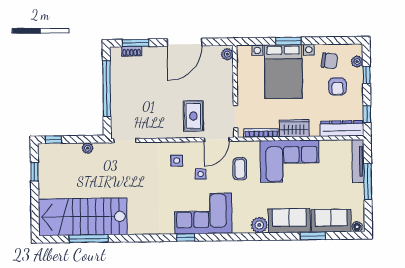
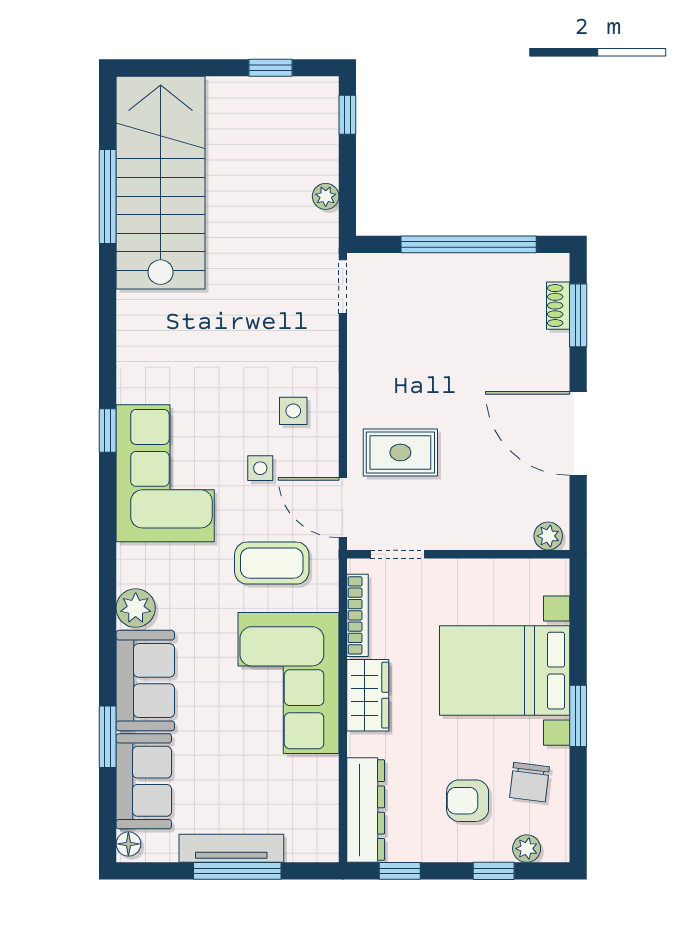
window: (288, 41) -> (578, 716), moved
tv unit: (358, 161) -> (231, 848), moved
coffee table: (240, 169) -> (272, 563), width x1.36, depth x1.30

